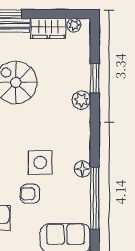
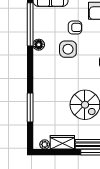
window: (95, 78) -> (30, 108), width x1.44
plant: (81, 100) -> (39, 92), removed

